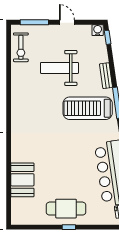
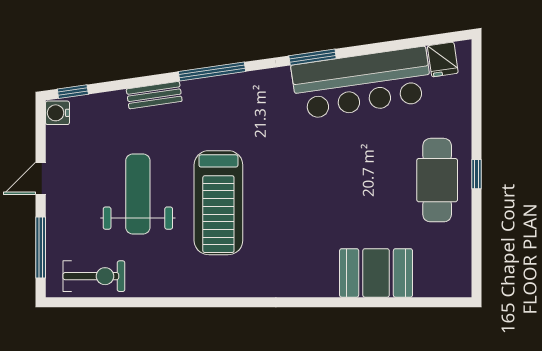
weight bench: (59, 68) -> (138, 194), turned 180
treadmill: (88, 108) -> (218, 203), moved

